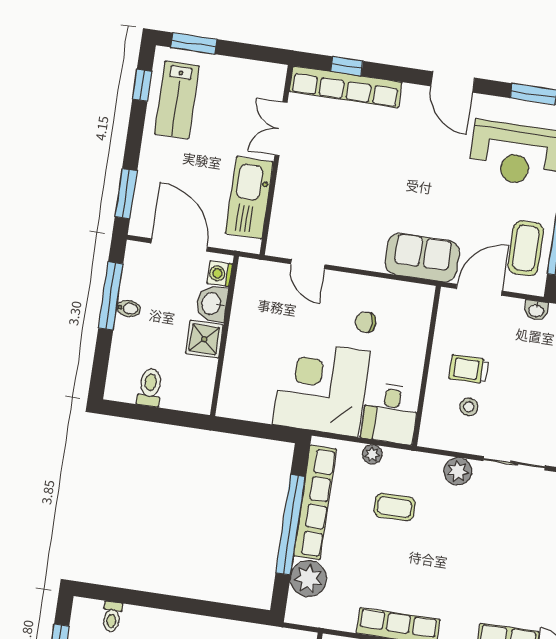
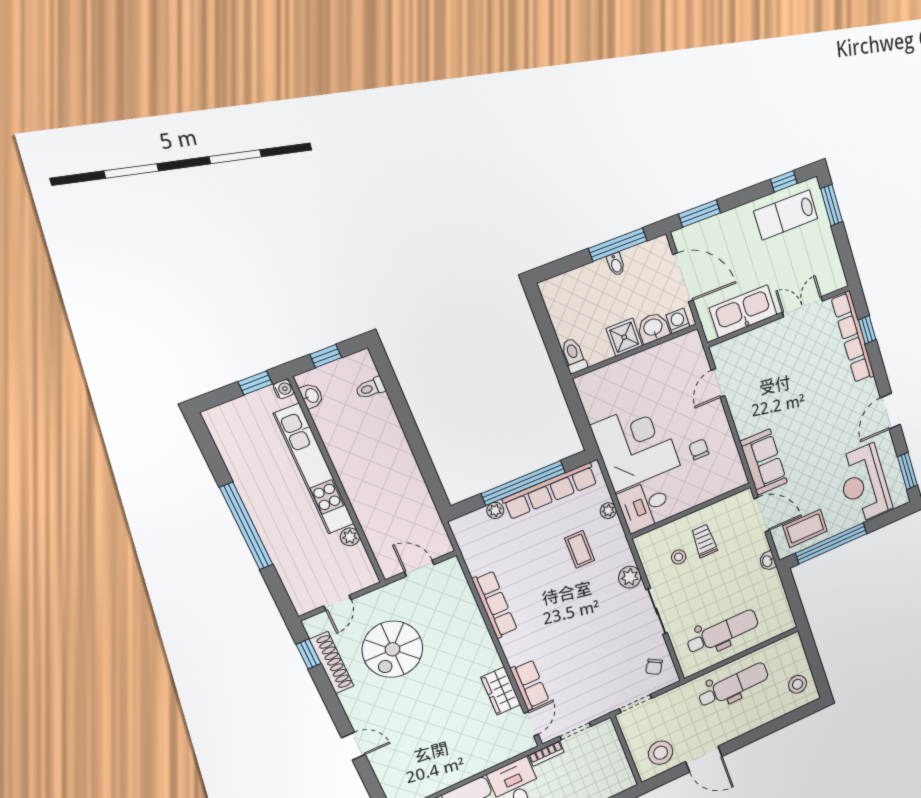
door: (179, 245) -> (683, 277), hinge flipped
toilet: (150, 387) -> (574, 356), moved, turned -90
plant: (308, 579) -> (495, 510), width x0.53, depth x0.53

